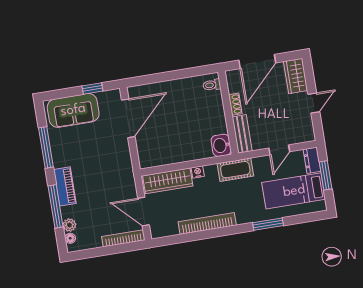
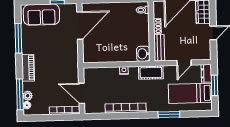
wardrobe: (168, 181) -> (102, 74), removed
window: (56, 206) -> (20, 94), moved

